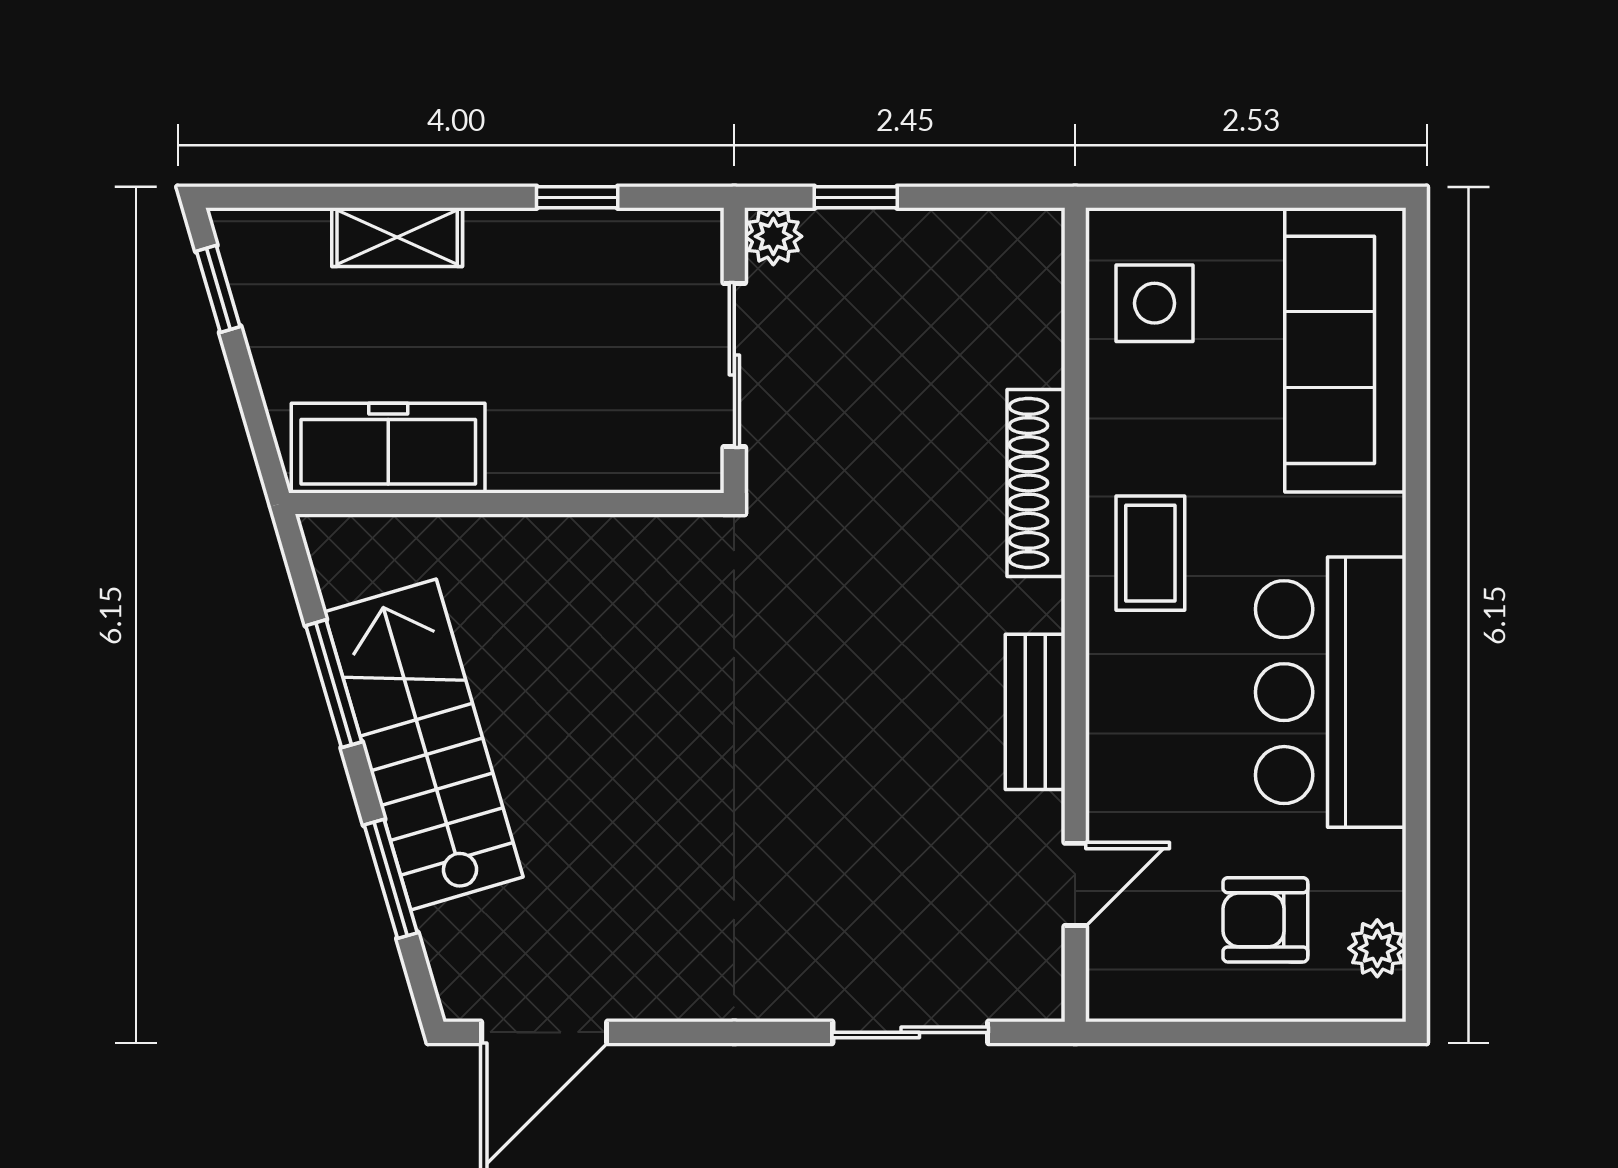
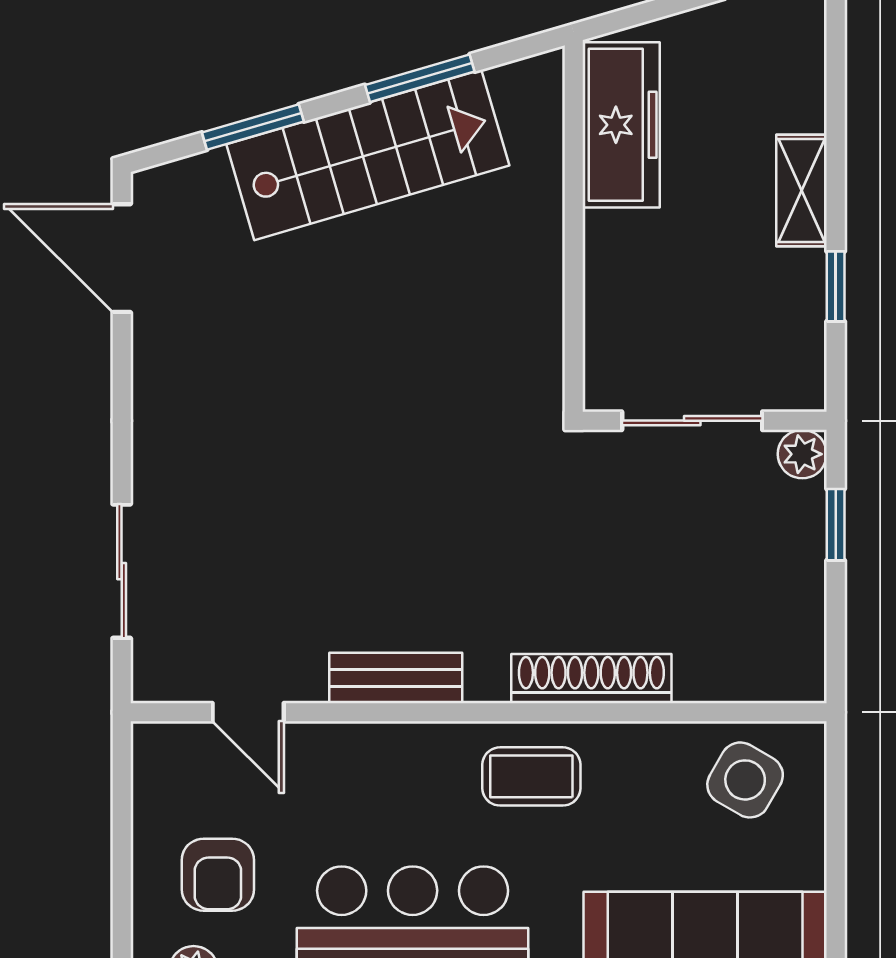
shelving: (397, 237) -> (802, 190), moved
side table: (1155, 303) -> (745, 780), turned 30
armchair: (1265, 920) -> (218, 875), turned 180

